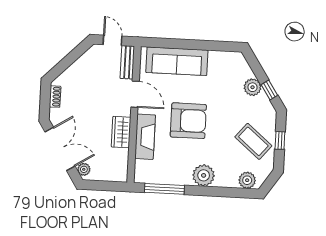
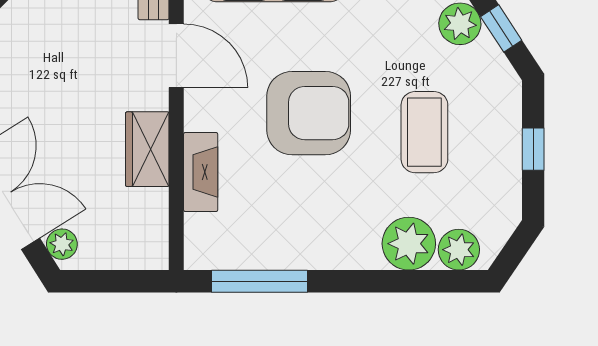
fireplace: (145, 137) -> (201, 172), width x0.73, depth x0.76
coffee table: (253, 141) -> (424, 132), moved, turned 50
plant: (204, 175) -> (409, 244), moved

